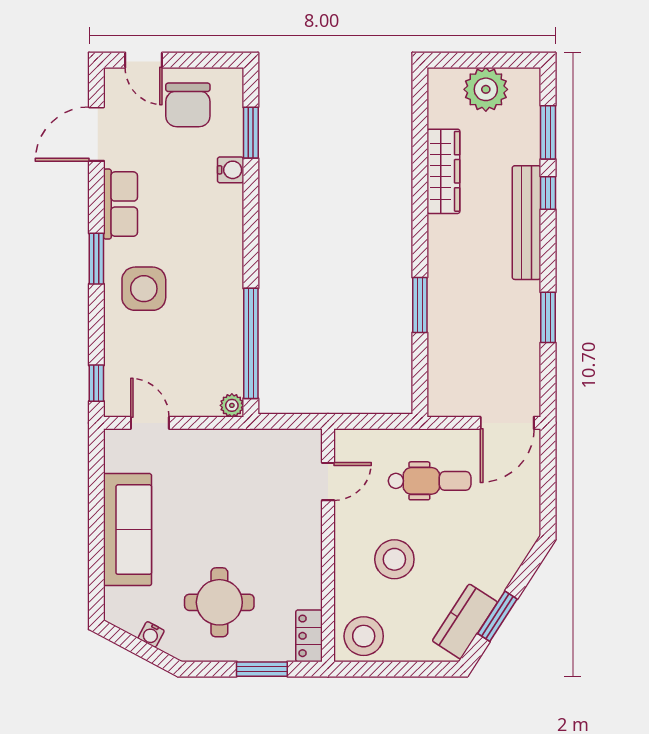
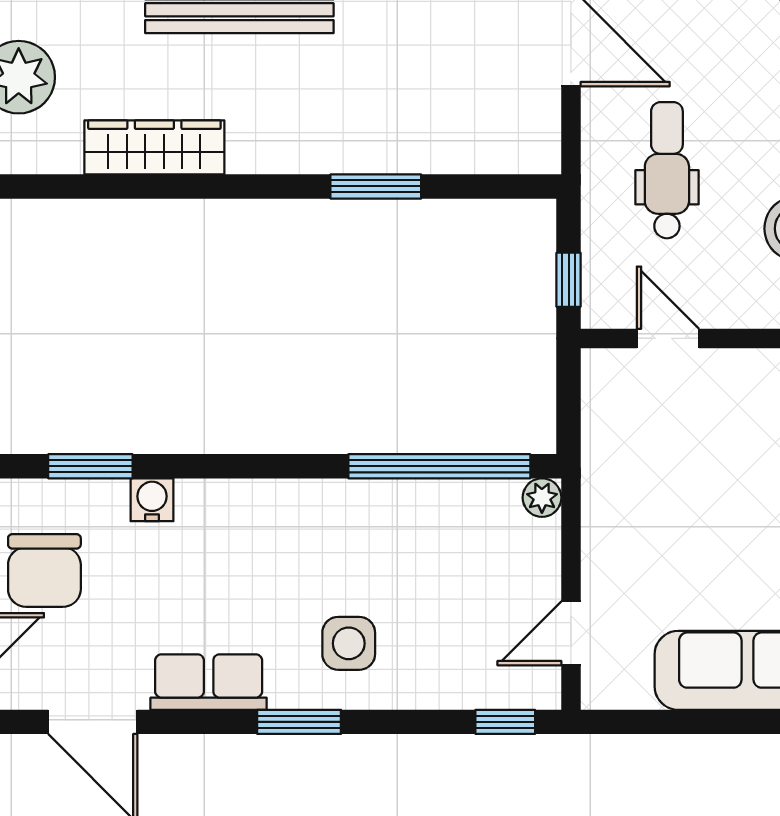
chair: (188, 105) -> (44, 570), turned 90
side table: (144, 289) -> (349, 643), width x0.73, depth x0.73
window: (363, 421) -> (569, 280), added

